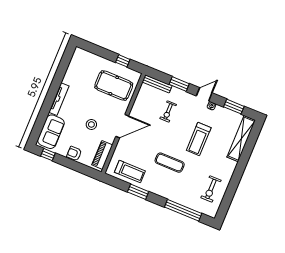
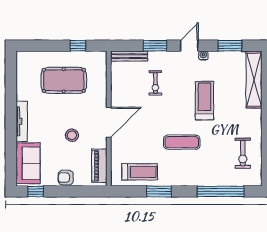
pool table: (114, 86) -> (64, 80), moved
treadmill: (199, 139) -> (204, 101), turned 180

